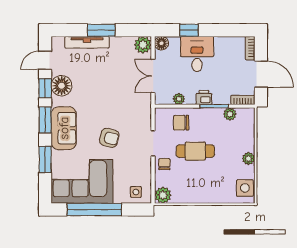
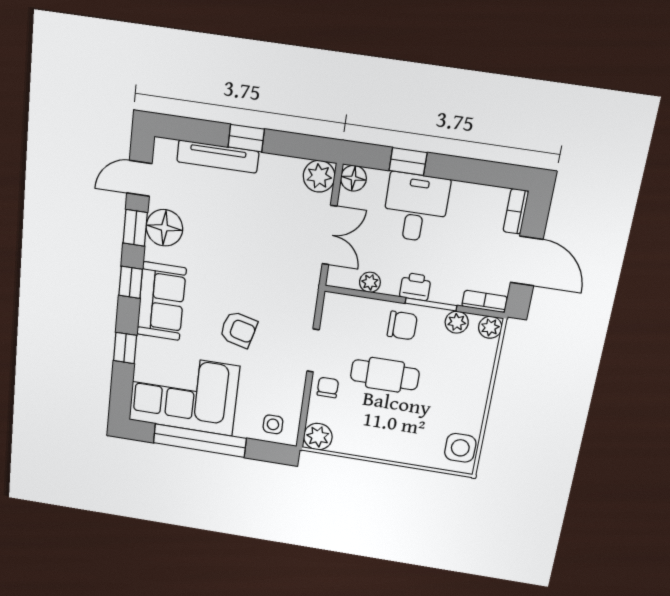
window: (101, 30) -> (246, 138), width x0.67
double door: (153, 76) -> (330, 235), swing flipped
window: (45, 120) -> (131, 282), width x0.67
chair: (181, 123) -> (402, 325), moved, turned 180
window: (45, 159) -> (125, 348), width x0.67
plant: (248, 159) -> (490, 327), moved

